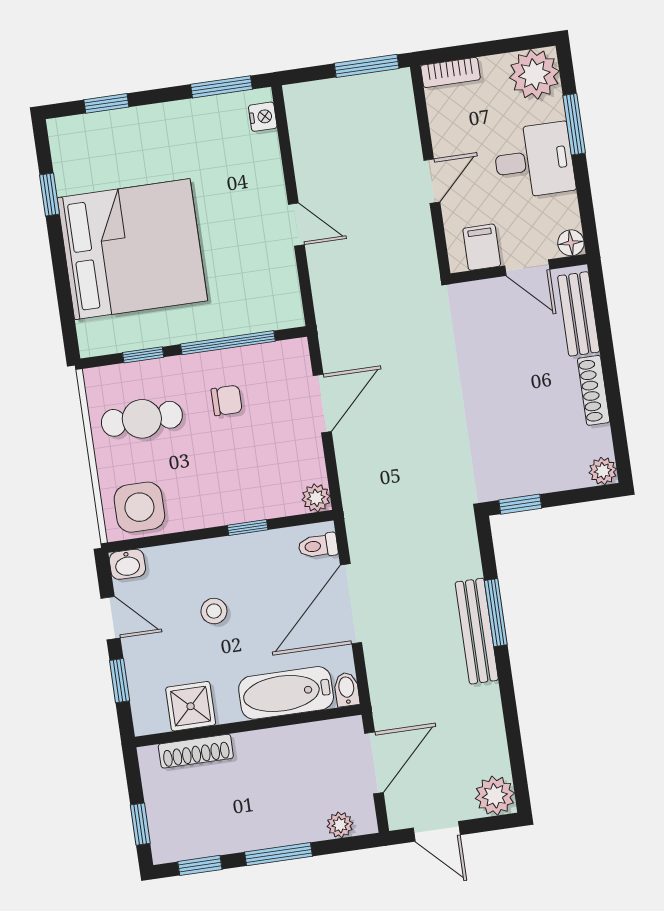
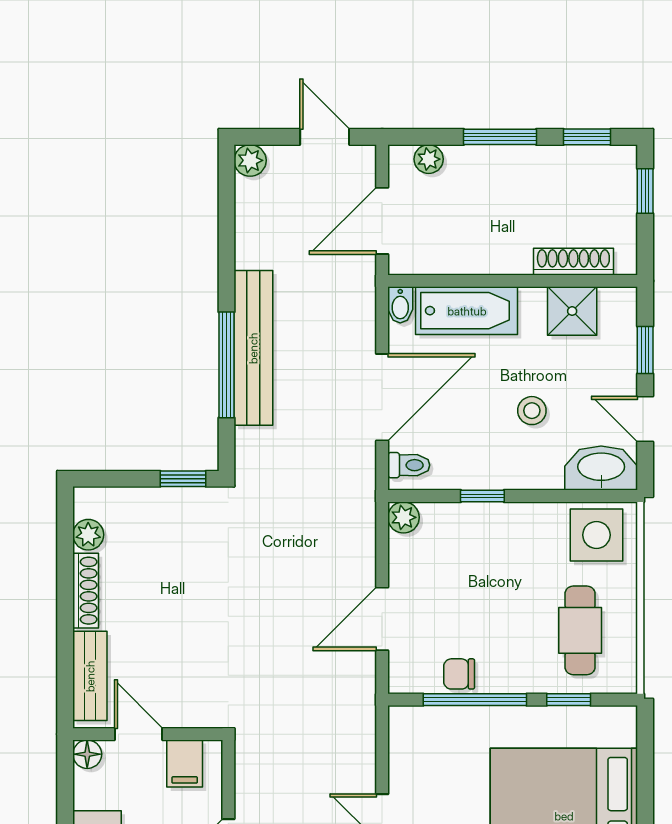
chair: (227, 400) -> (459, 674), moved
cafe table: (142, 419) -> (580, 630), turned 90
plant: (603, 471) -> (88, 535), moved
washbasin: (127, 564) -> (601, 468), width x1.91, depth x1.45
window: (496, 613) -> (226, 365), width x1.44
bench: (477, 631) -> (253, 348), width x1.37, depth x1.21
plant: (495, 796) -> (250, 160), width x0.73, depth x0.73

